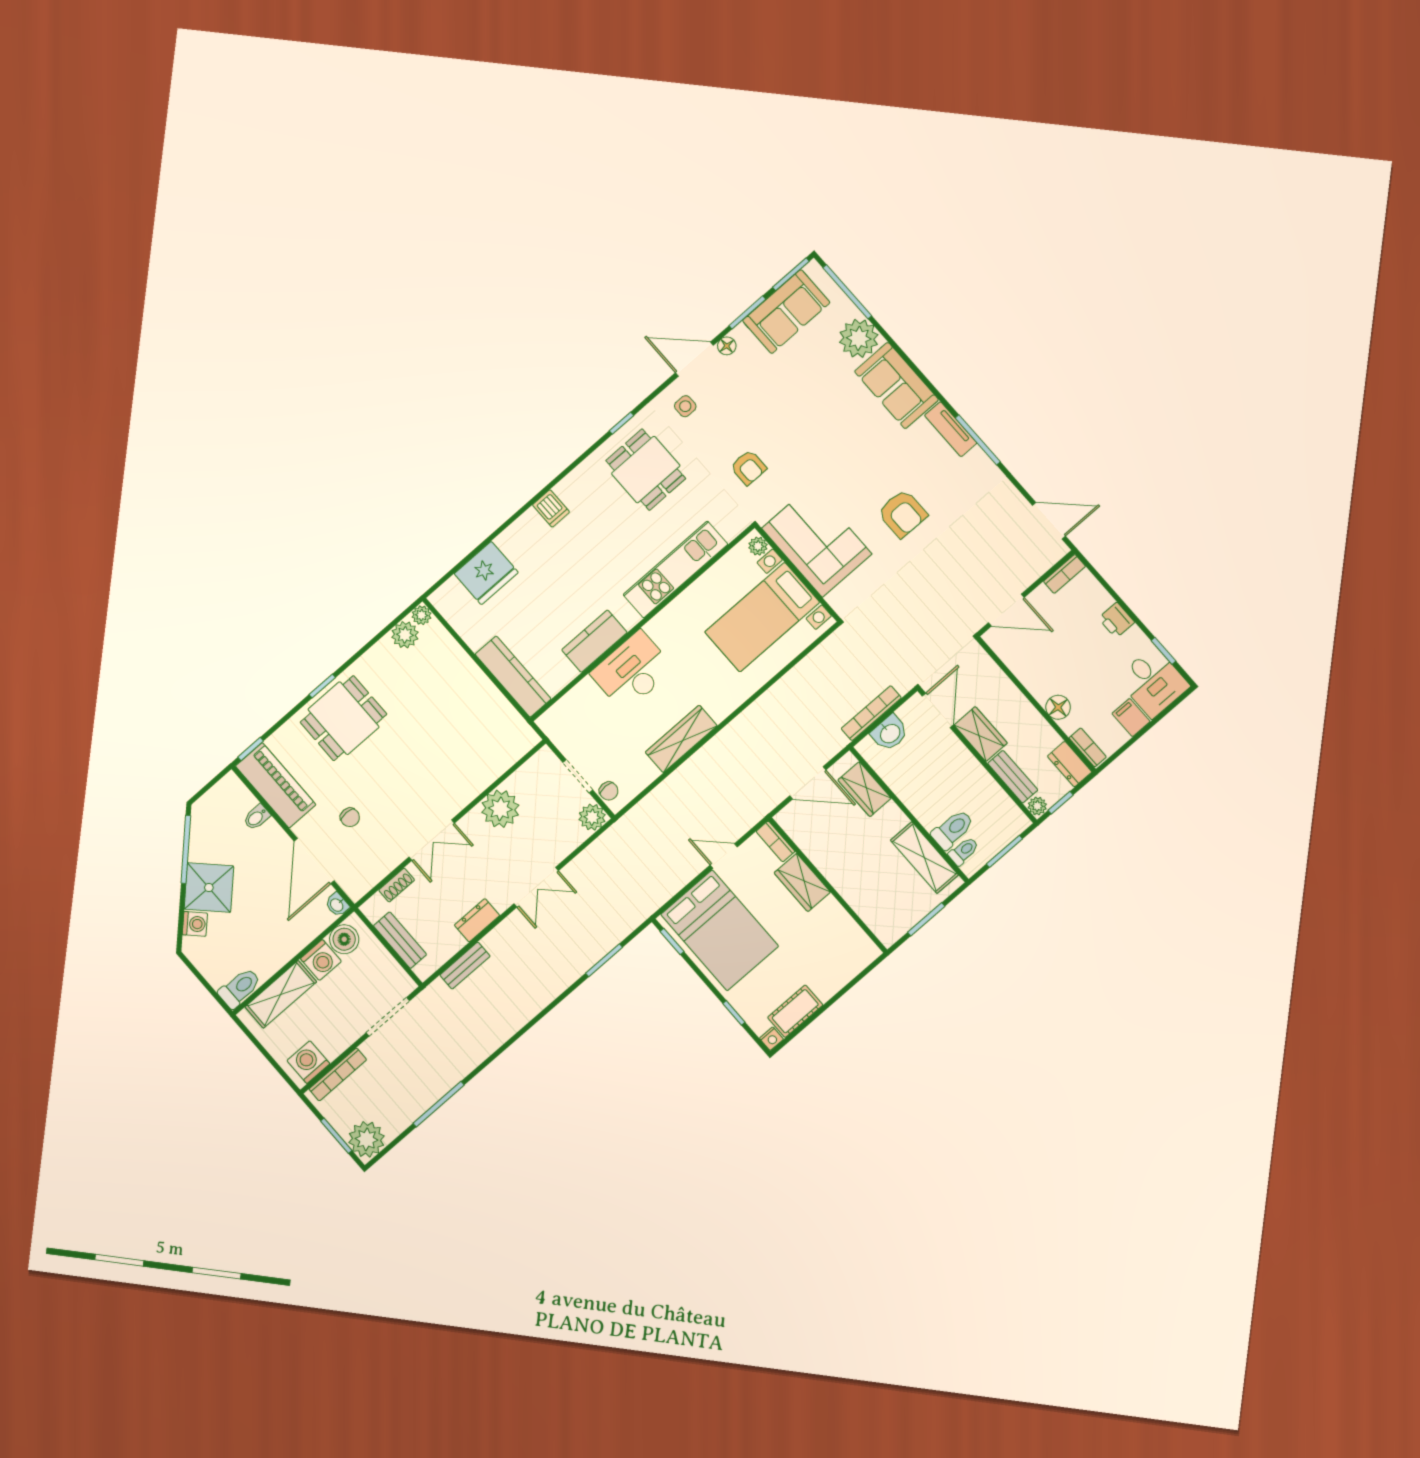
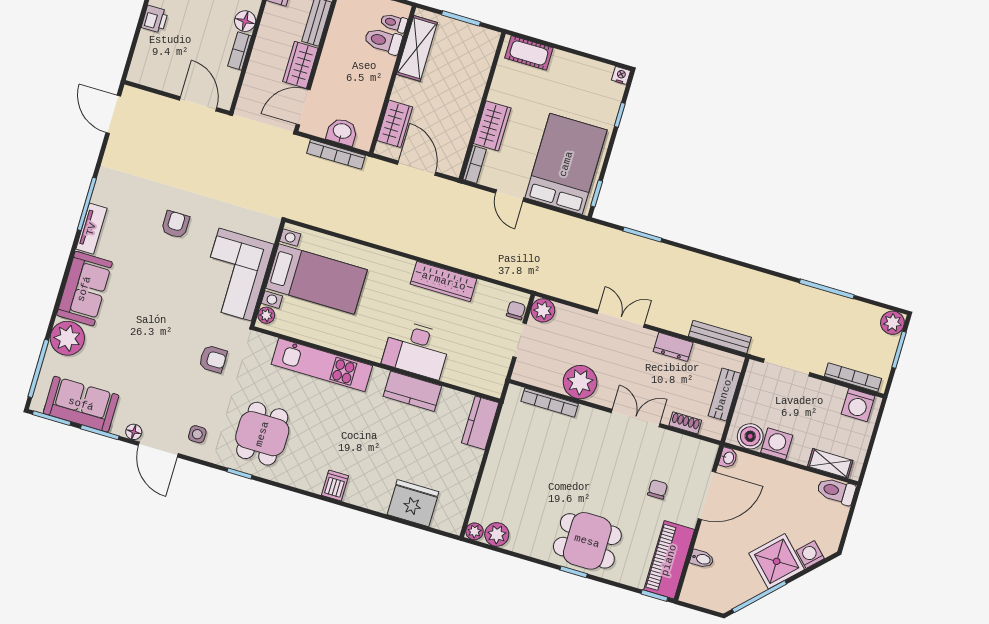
armchair: (748, 467) -> (213, 359), turned 90
armchair: (903, 514) -> (175, 225), width x0.72, depth x0.72
bookcase: (1065, 574) -> (240, 51), moved, turned -90
kitchen counter: (513, 677) -> (480, 423), width x0.67
bookcase: (499, 767) -> (550, 403), added
bench: (465, 966) -> (720, 337), width x1.36
shelving: (281, 994) -> (830, 463), width x0.67, depth x0.75
cot: (795, 1011) -> (529, 53), moved
plant: (367, 1139) -> (892, 323), width x0.73, depth x0.73

